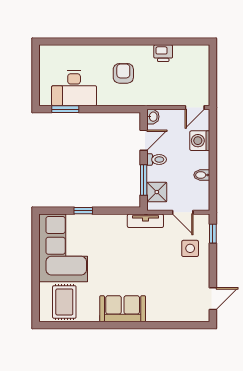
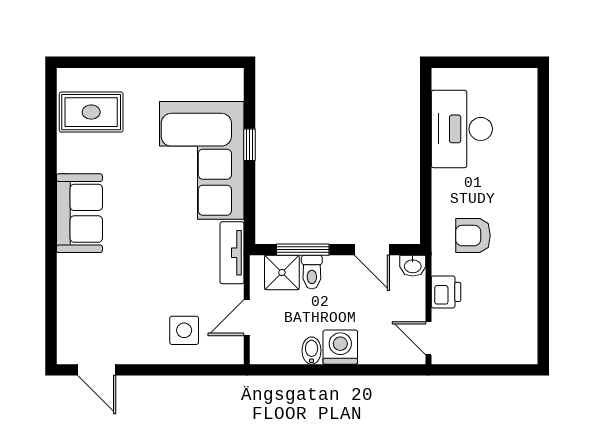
printer: (163, 53) -> (446, 292), moved, turned 180
armchair: (123, 73) -> (473, 236), moved, turned 180
window: (65, 109) -> (426, 114), removed
washing machine: (200, 141) -> (340, 347), moved
toilet: (157, 159) -> (312, 272), moved
window: (213, 234) -> (210, 370), removed
corner sofa: (63, 248) -> (202, 160), moved, turned 90

